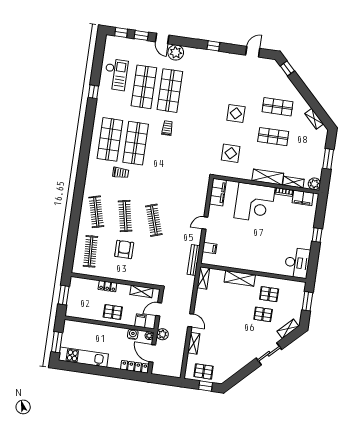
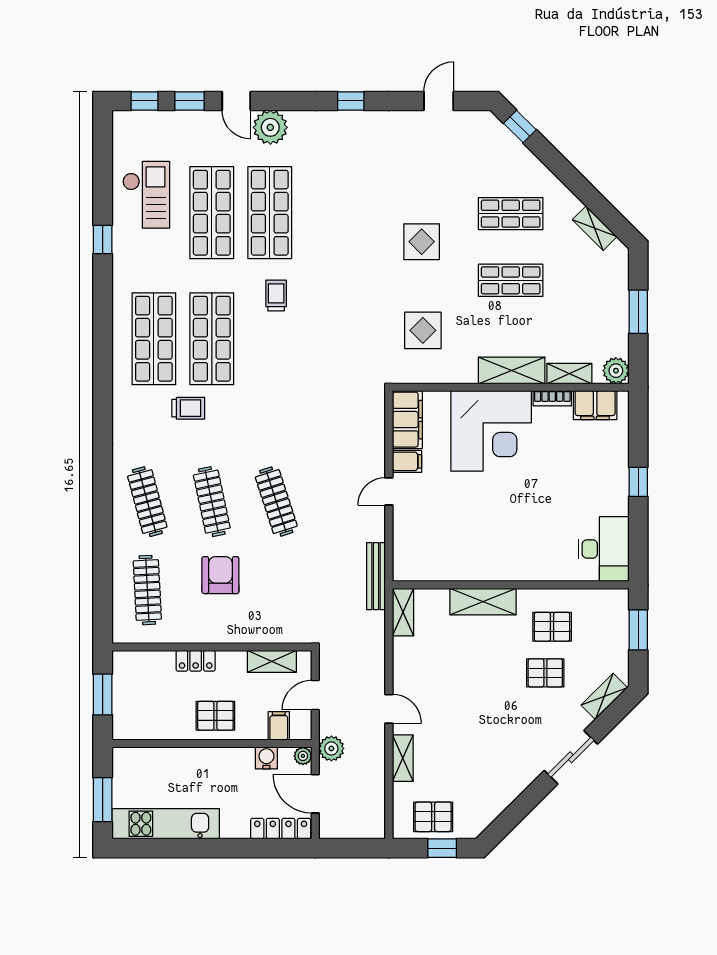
filing cabinet: (210, 248) -> (407, 461), moved

